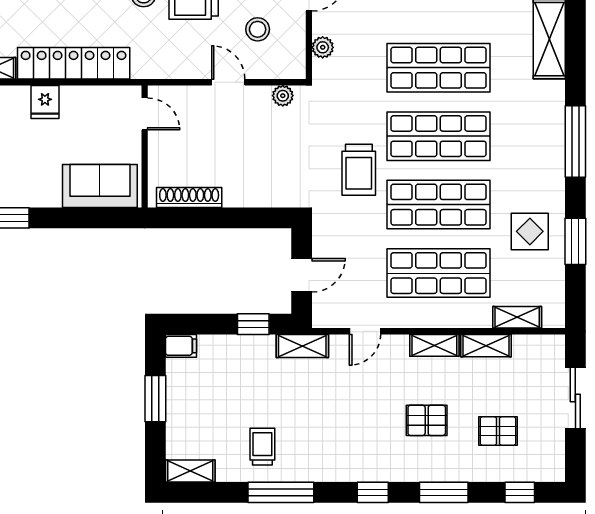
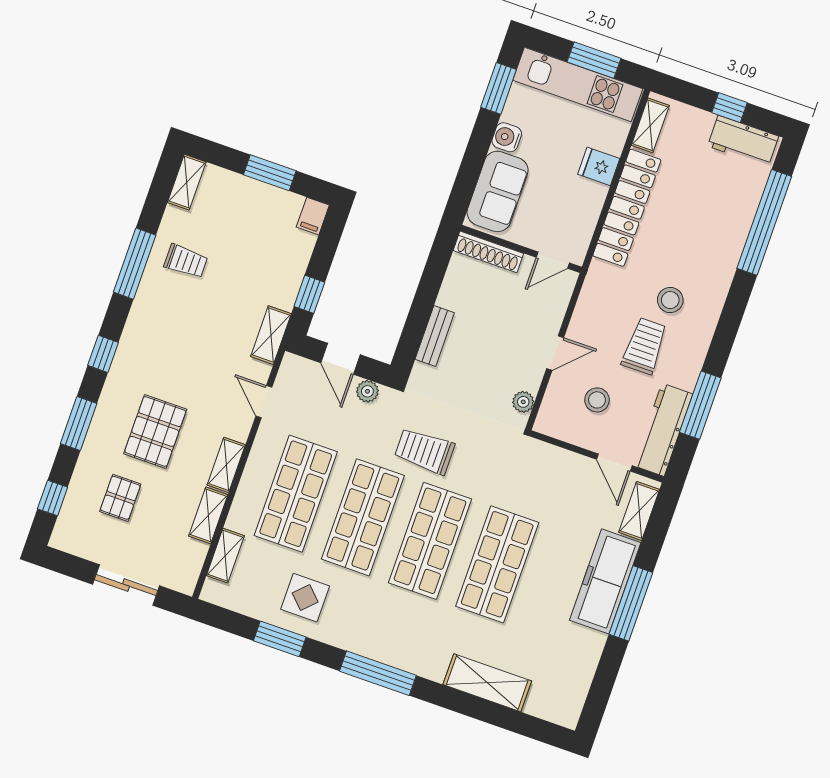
plant: (323, 47) -> (367, 391), moved
water cooler: (48, 195) -> (507, 137), added
shoe rack: (189, 197) -> (488, 252), moved, turned 90
bench: (251, 197) -> (435, 336), added
pallet: (427, 420) -> (155, 431), width x1.50, depth x1.42

